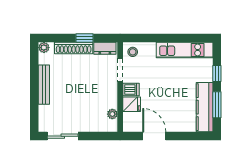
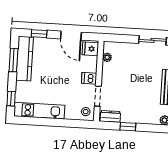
shoe rack: (74, 48) -> (138, 118), removed
window: (217, 73) -> (11, 99), moved
fridge: (132, 104) -> (90, 49), moved
window: (190, 136) -> (39, 34), added

